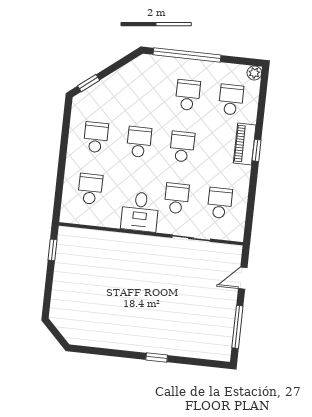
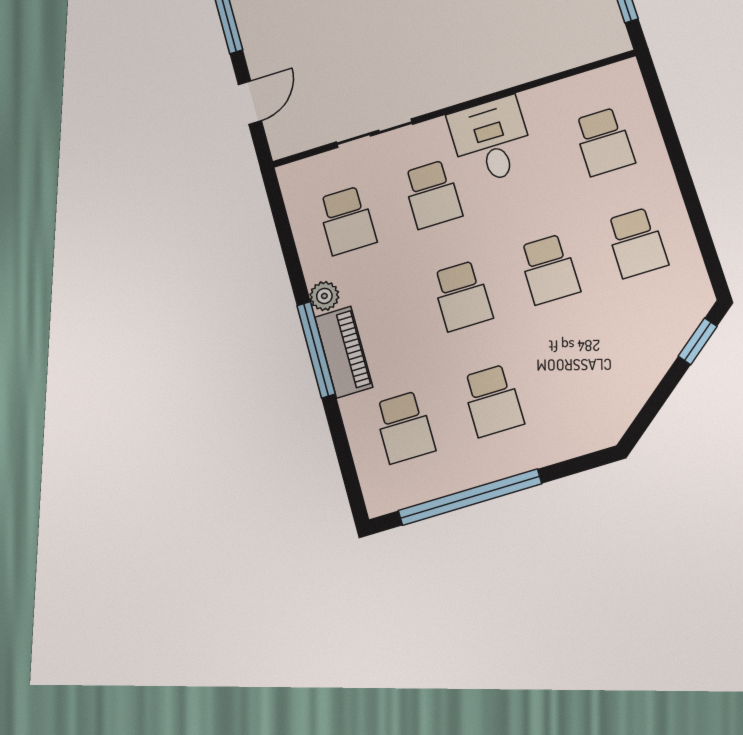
window: (187, 55) -> (470, 497), moved
plant: (254, 73) -> (324, 296), moved
window: (257, 150) -> (316, 350), width x2.17

